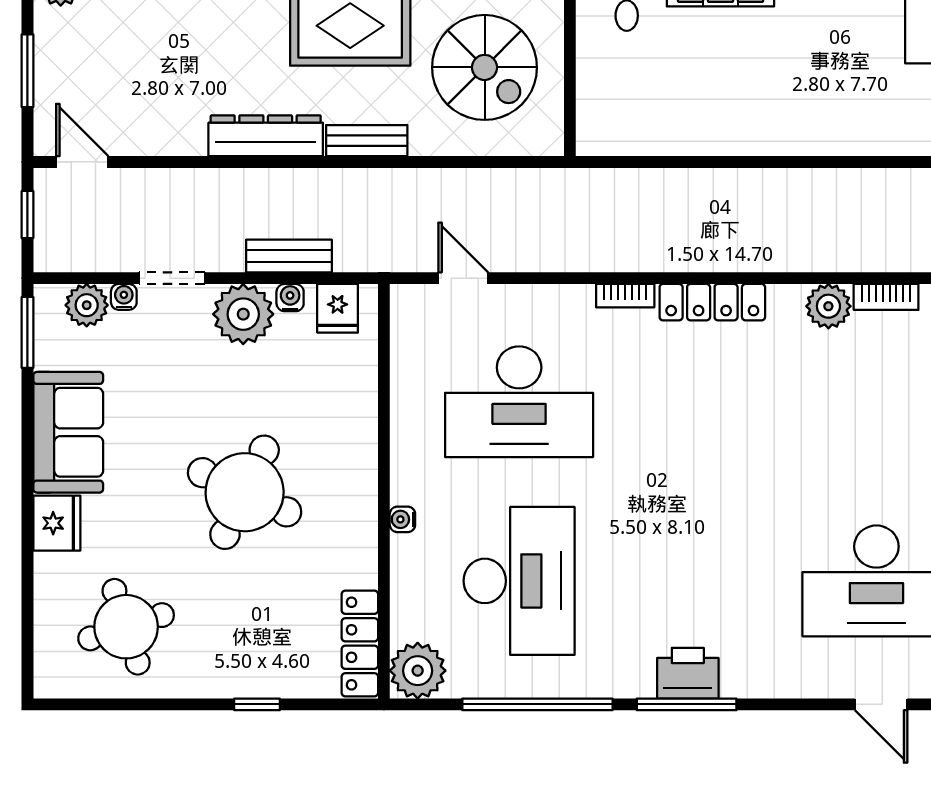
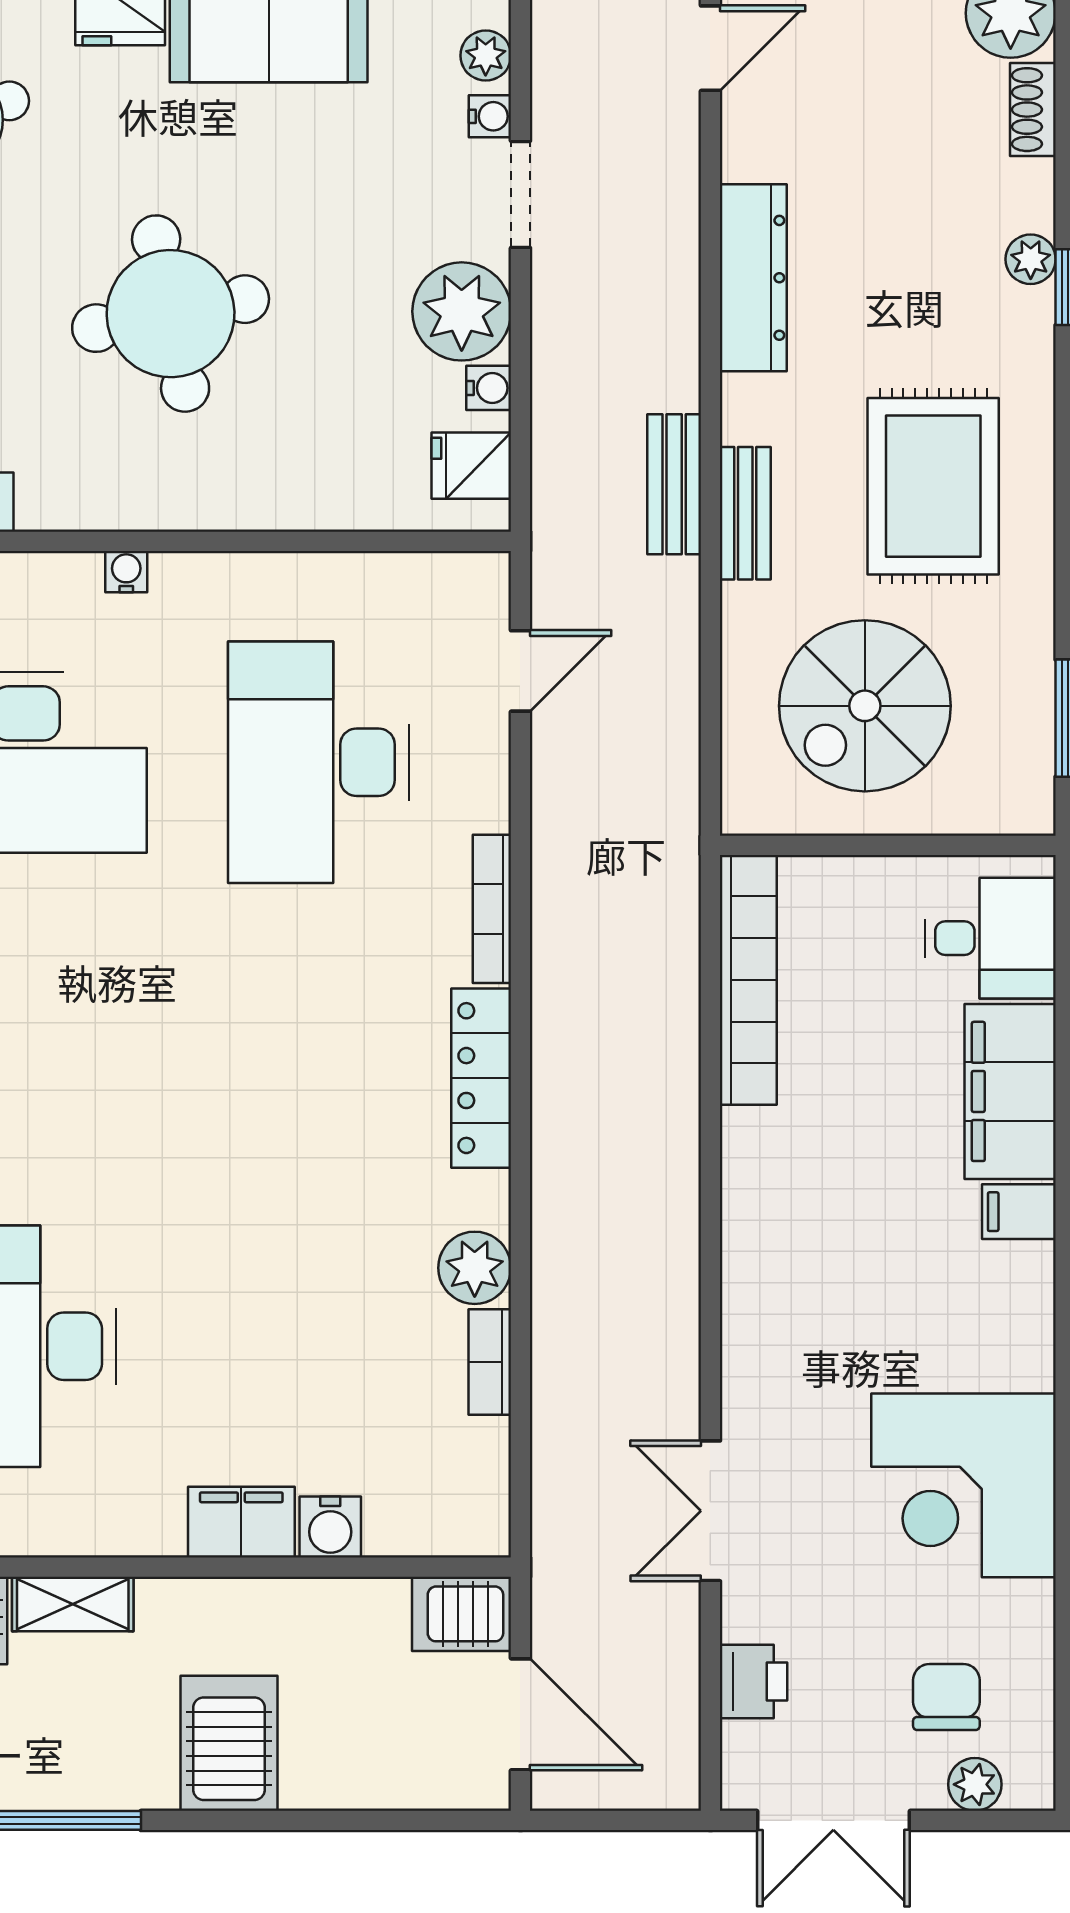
dresser: (266, 136) -> (753, 278), moved
bookcase: (652, 139) -> (748, 980), added
bench: (289, 256) -> (674, 484), moved
bookcase: (625, 296) -> (492, 909), width x1.56
plant: (87, 305) -> (486, 56), width x0.73, depth x0.73
round table: (245, 492) -> (171, 314), turned -36

